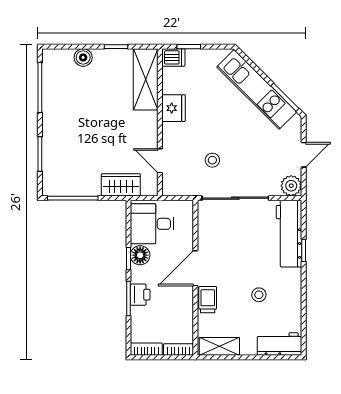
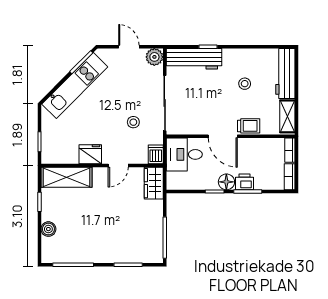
dishwasher: (173, 57) -> (156, 154), moved
door: (160, 161) -> (118, 165), moved
wardrobe: (121, 185) -> (154, 183), moved
desk: (152, 224) -> (184, 154), moved, turned 90
floor lamp: (140, 255) -> (226, 182), moved
trolley: (208, 300) -> (249, 126), turned 180
workbench: (280, 344) -> (285, 73), width x1.38

